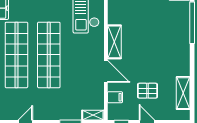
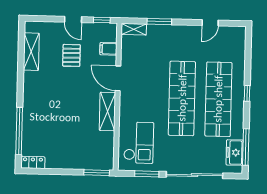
pallet: (147, 91) -> (71, 55), turned 90

